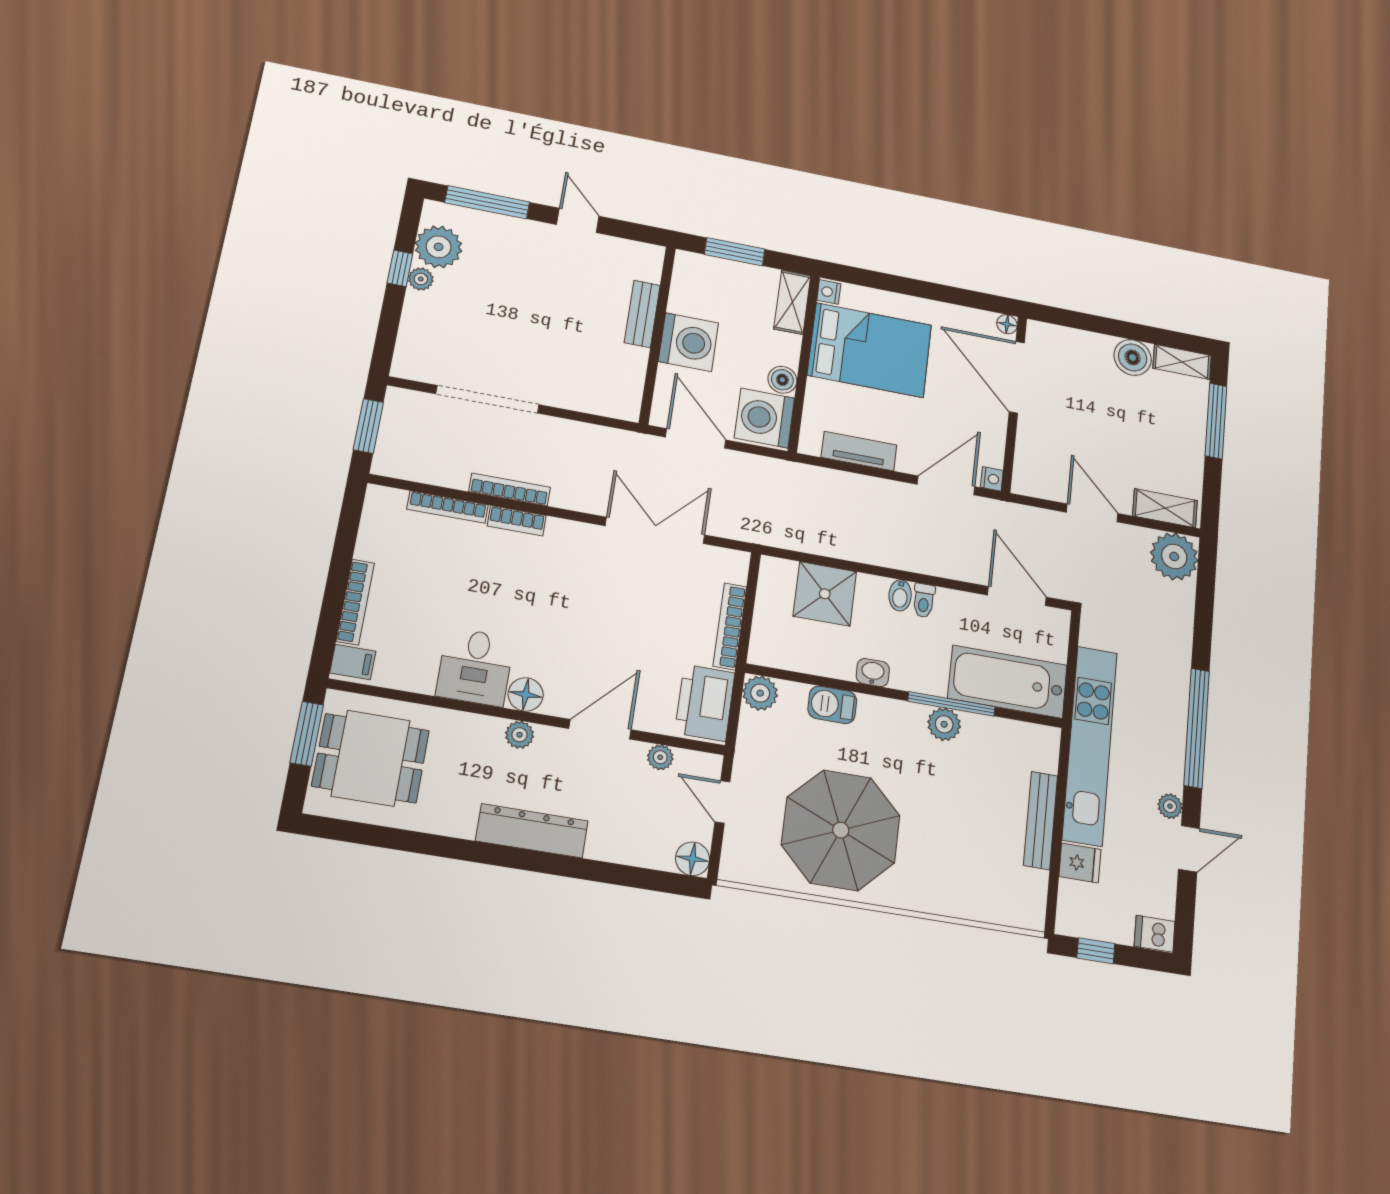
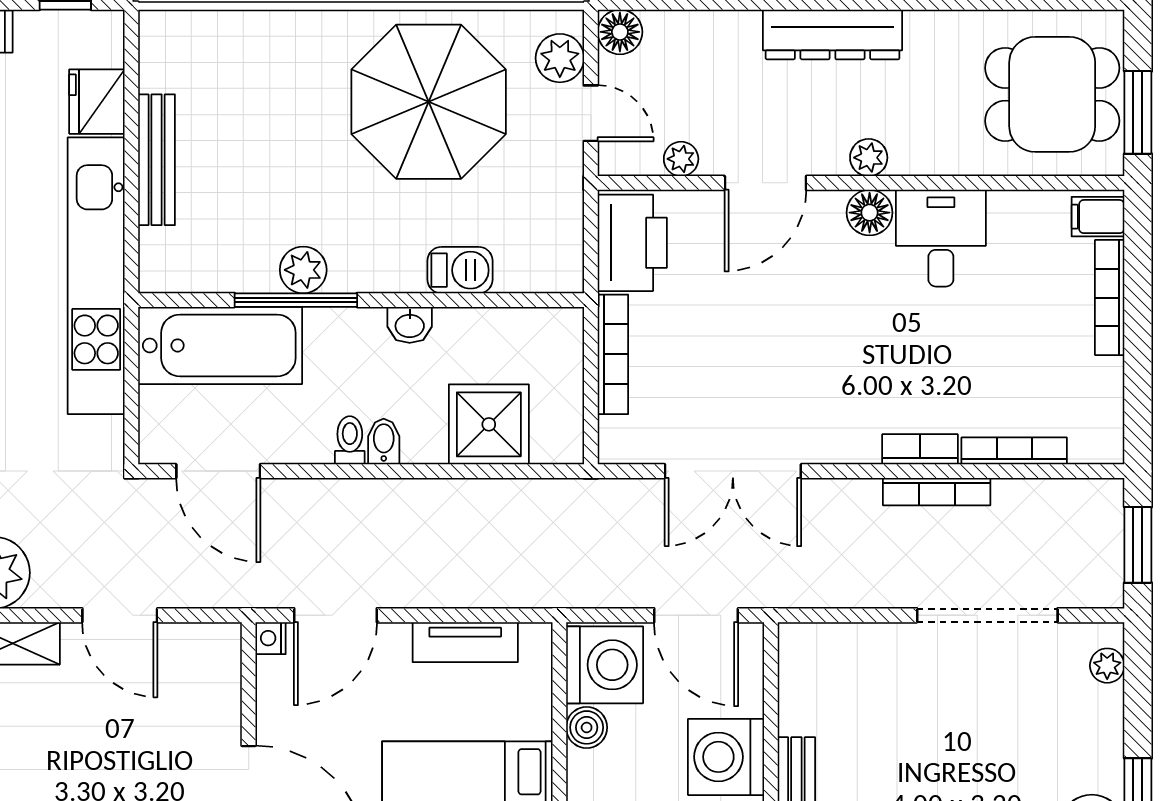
plant: (421, 279) -> (1107, 666), moved
plant: (760, 693) -> (560, 58), moved
fridge: (1080, 863) -> (97, 102), width x1.38

